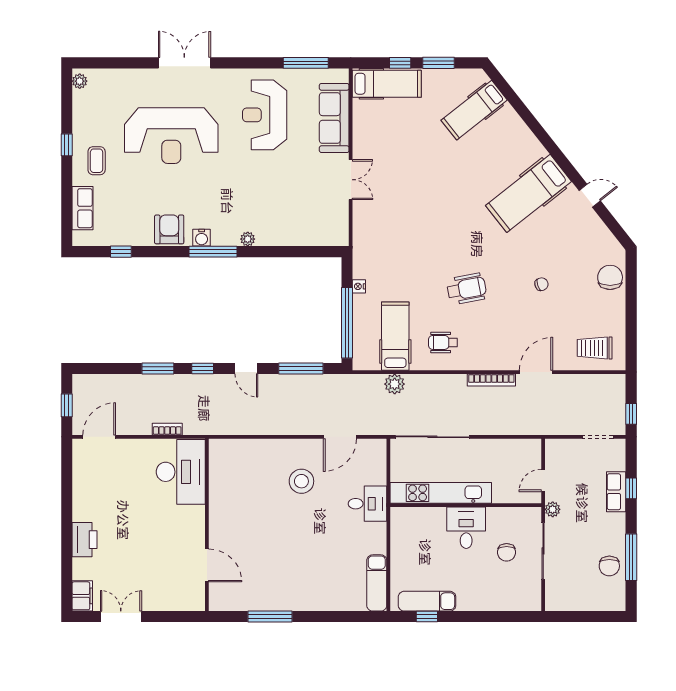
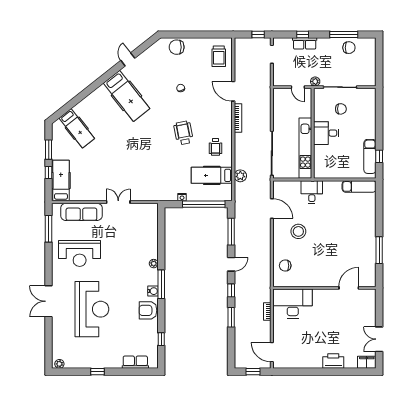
coffee table: (97, 161) -> (107, 354), removed
chair: (244, 459) -> (285, 266), added

